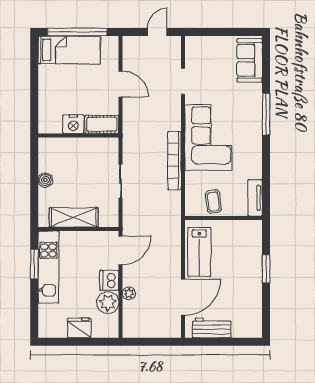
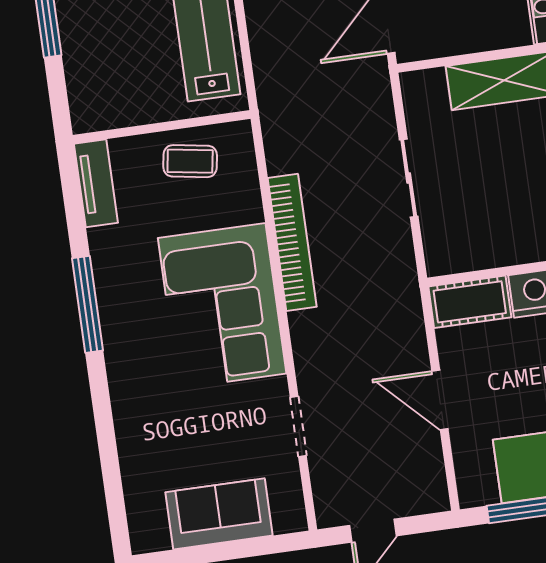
sofa: (250, 60) -> (219, 514), moved, turned -90
window: (266, 114) -> (88, 304), moved
coffee table: (213, 202) -> (190, 161), turned -75

